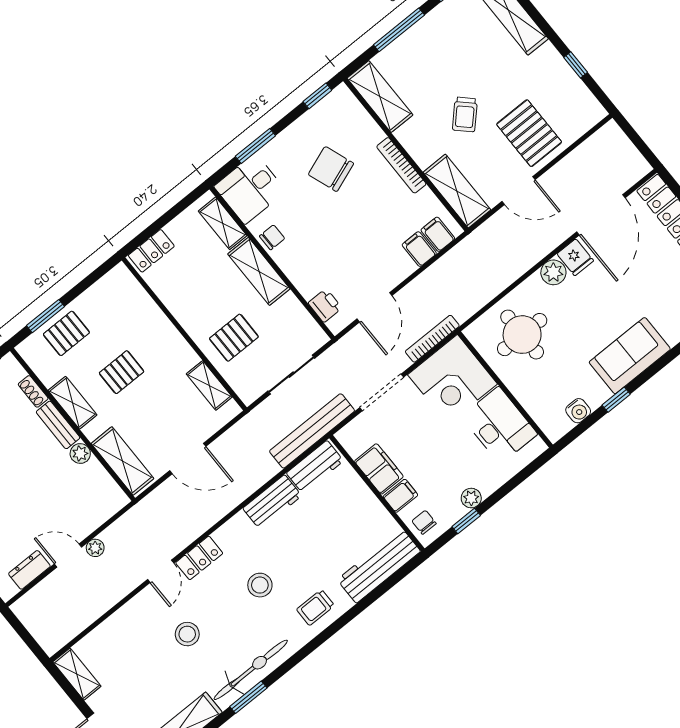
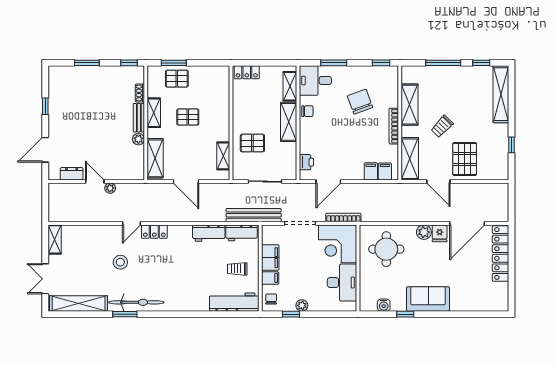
shelving: (380, 97) -> (410, 105), moved
stool: (260, 585) -> (172, 267), removed
trolley: (315, 608) -> (237, 269), moved

